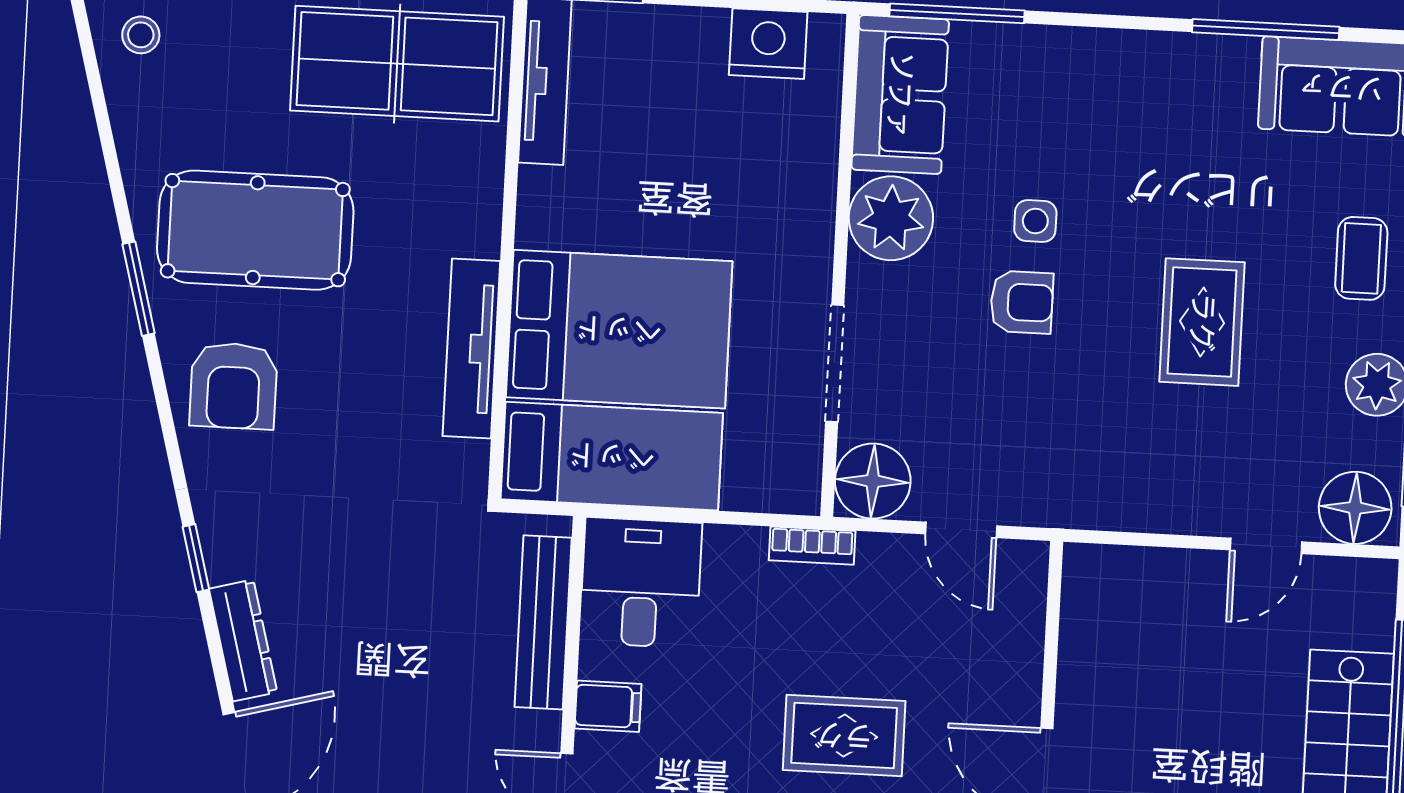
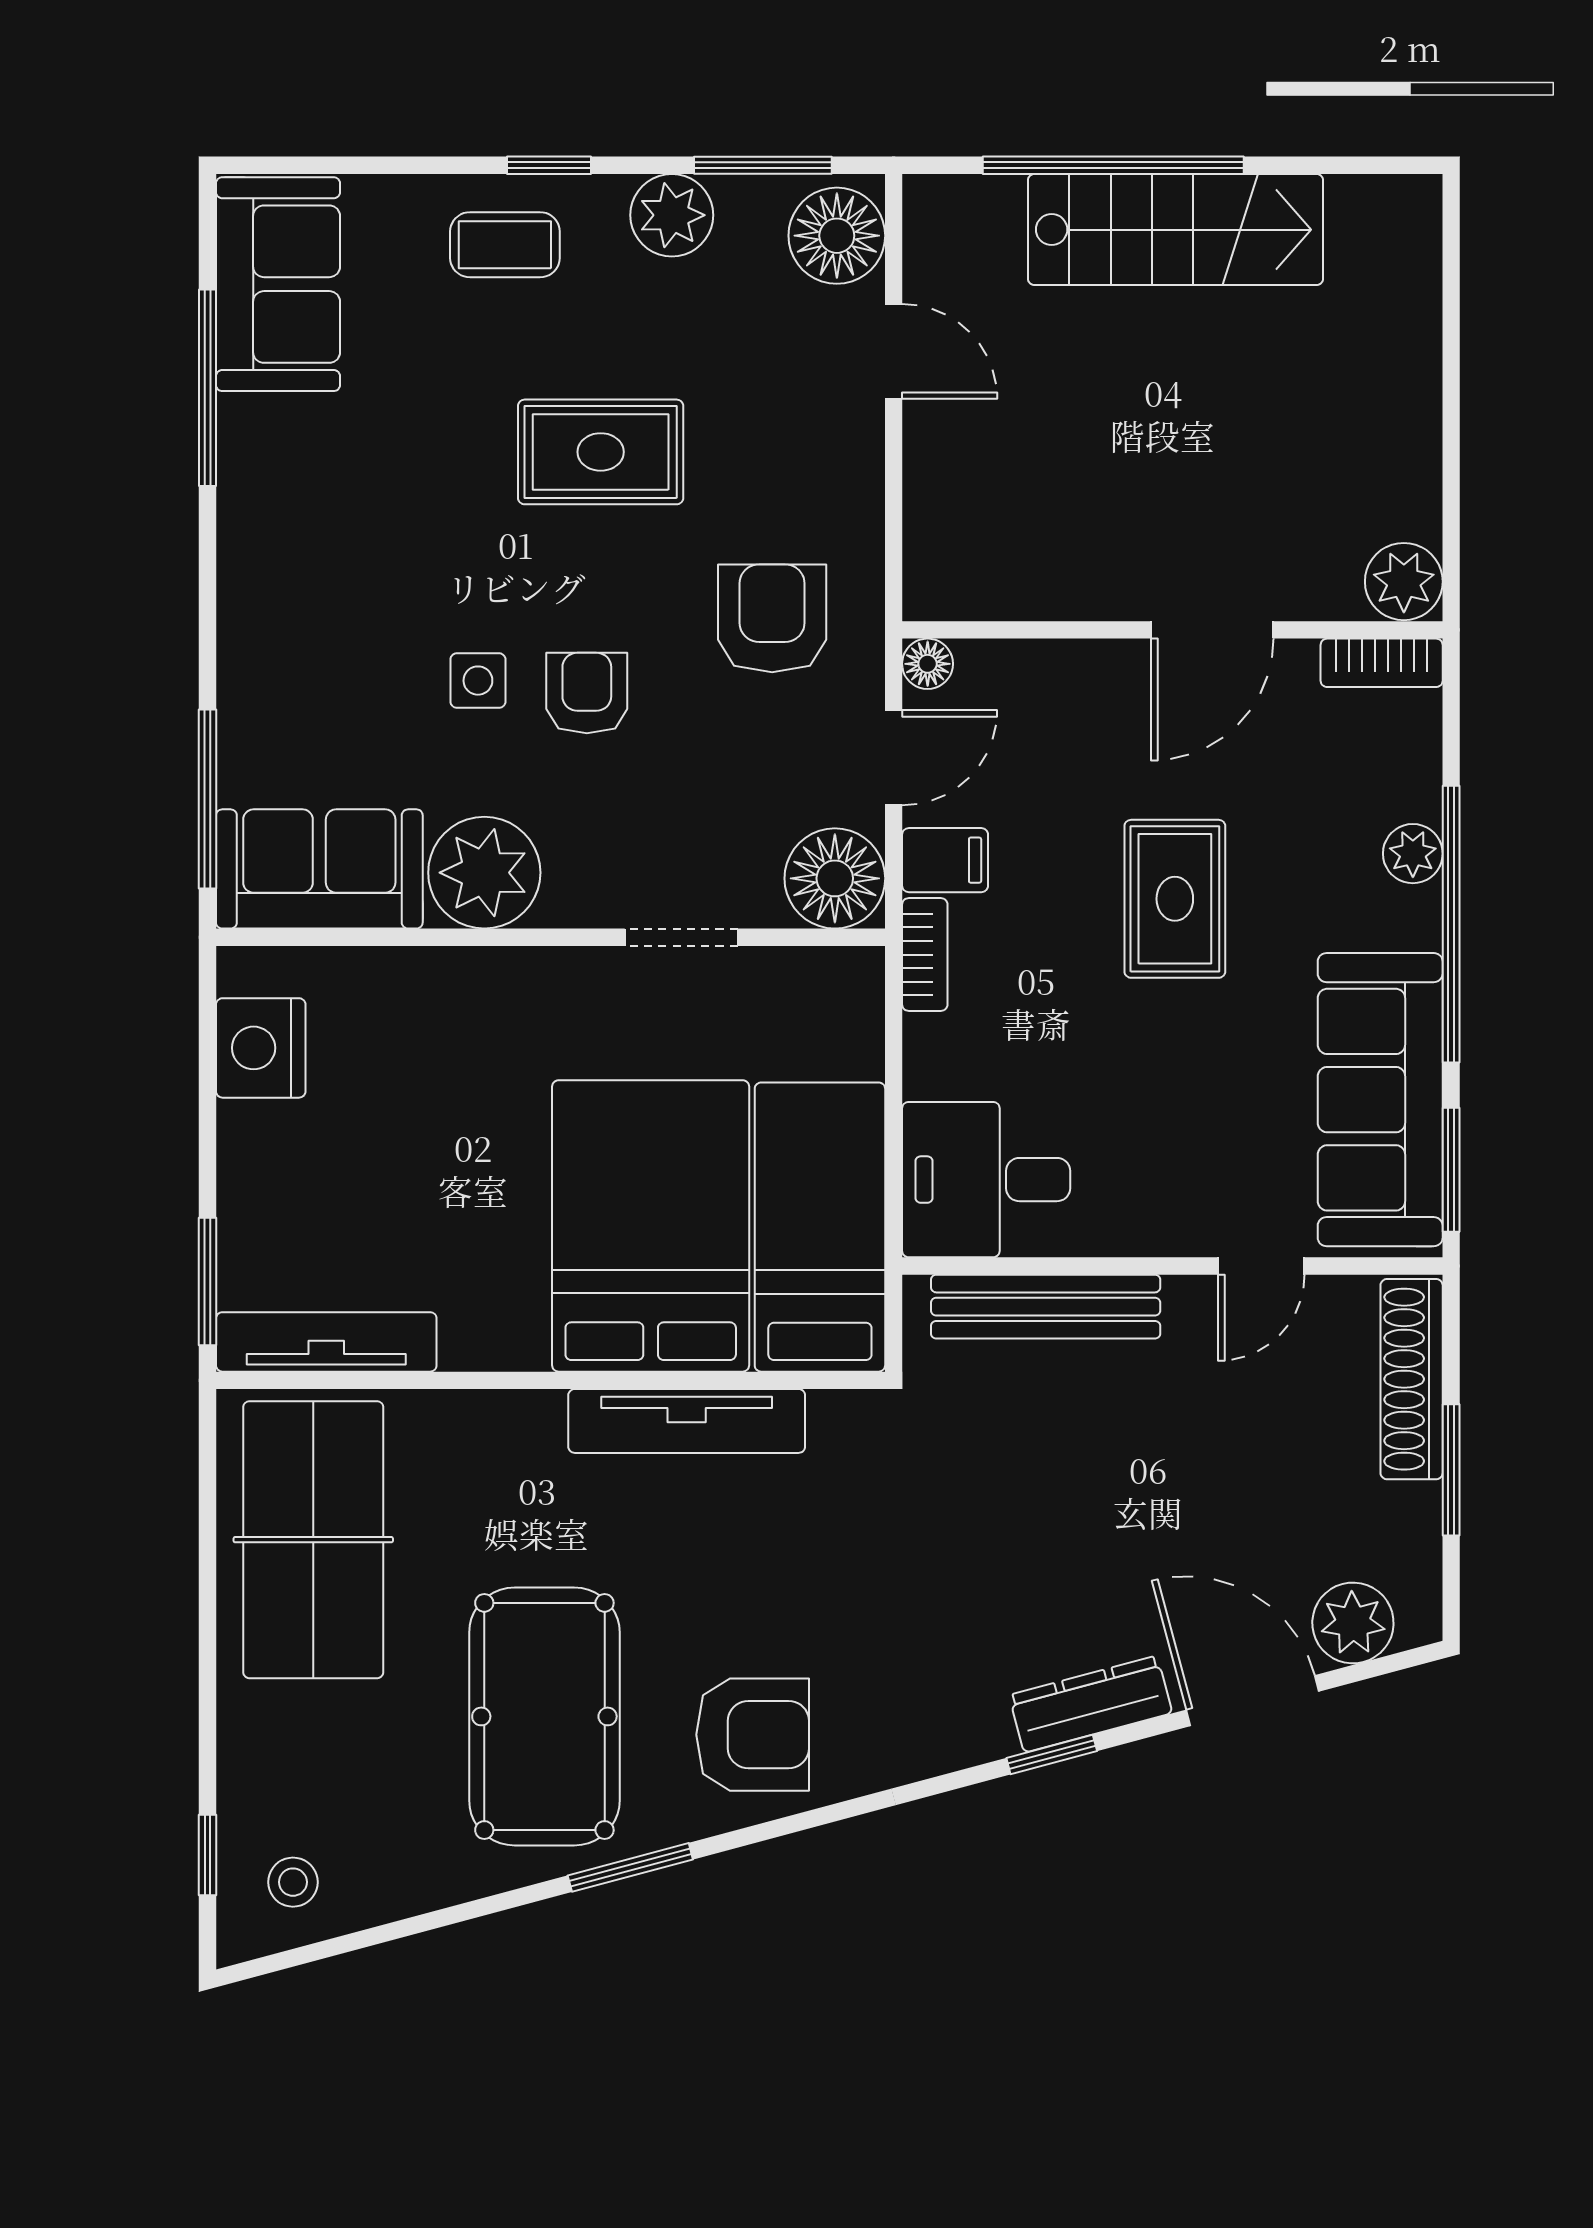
doorway: (835, 363) -> (681, 937), width x0.73
armchair: (1070, 444) -> (772, 618), added
window: (196, 558) -> (1052, 1755), moved
floor lamp: (1030, 559) -> (928, 664), added
filing cabinet: (608, 706) -> (945, 860), moved, turned 90

